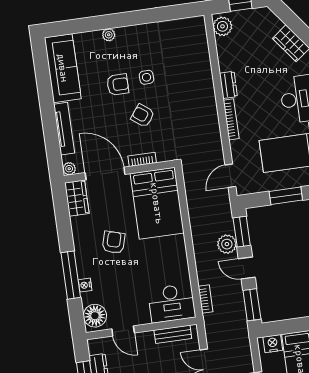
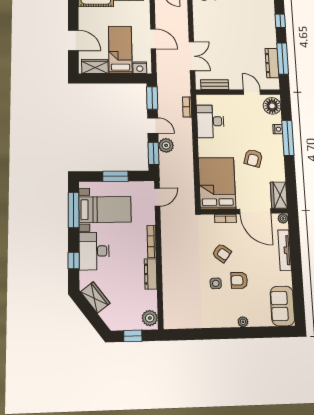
sofa: (63, 68) -> (282, 306), width x0.73
dresser: (228, 85) -> (151, 274), width x1.44
desk: (172, 303) -> (210, 121), moved, turned -90

